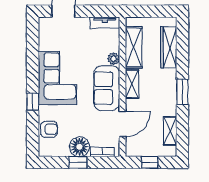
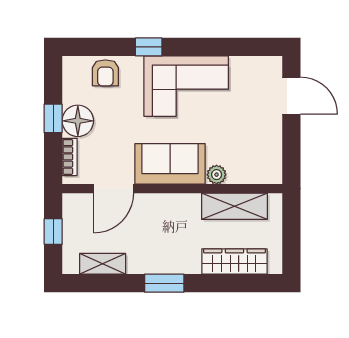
tv unit: (105, 23) -> (274, 161), removed
shelving: (132, 84) -> (177, 204), removed
door: (122, 124) -> (114, 189), hinge flipped

